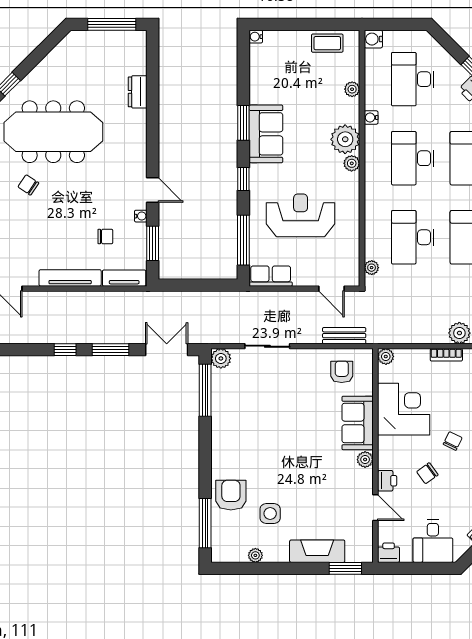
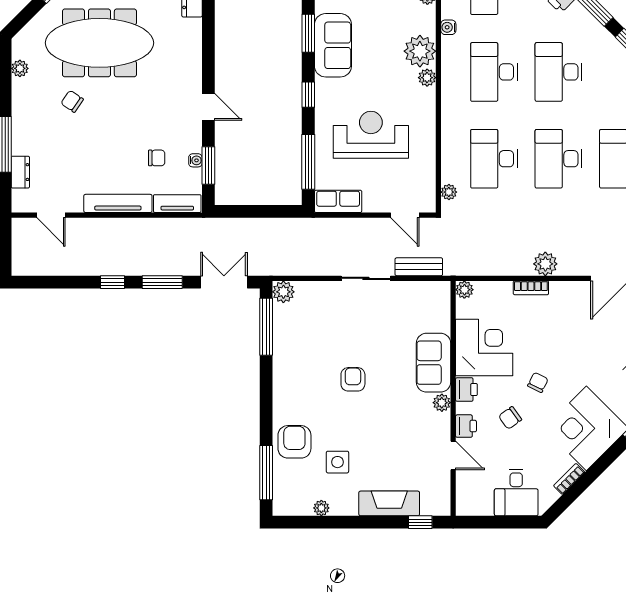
water cooler: (141, 216) -> (195, 160), moved
sliding door: (267, 346) -> (366, 278), moved
armchair: (342, 372) -> (353, 379), moved
printer: (389, 553) -> (466, 390), moved, turned 90
window: (345, 568) -> (420, 522), width x0.67

